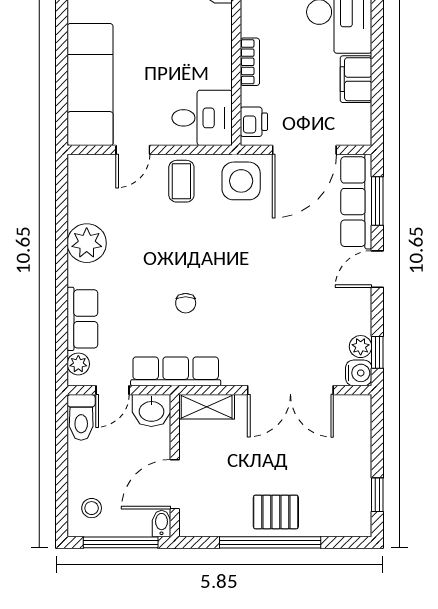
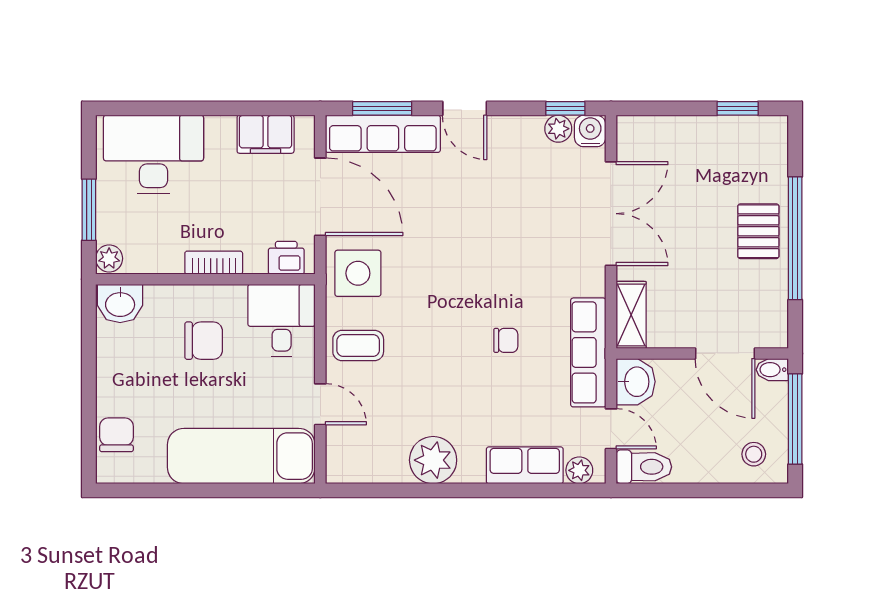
chair: (185, 53) -> (204, 341), added
filing cabinet: (356, 79) -> (266, 134), moved

